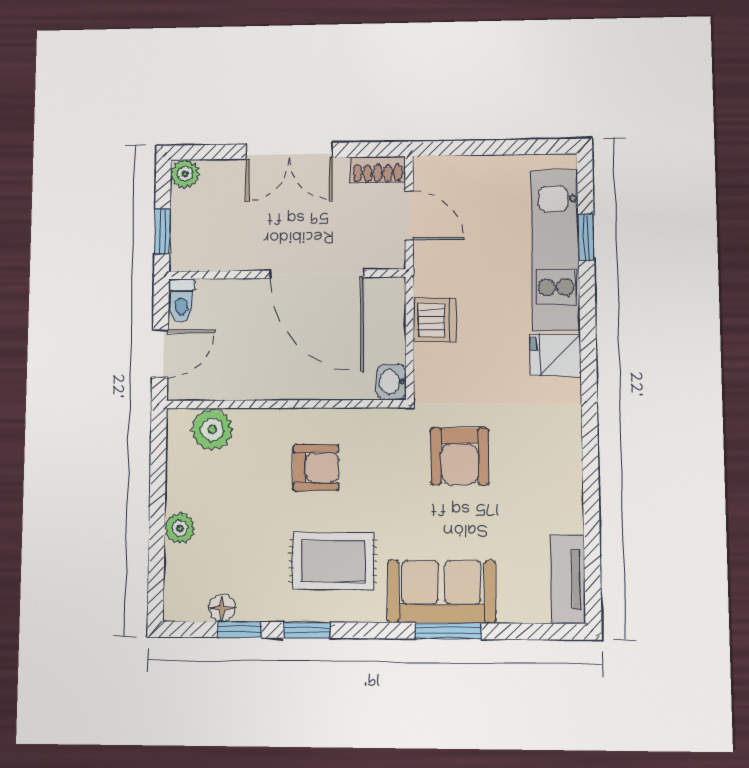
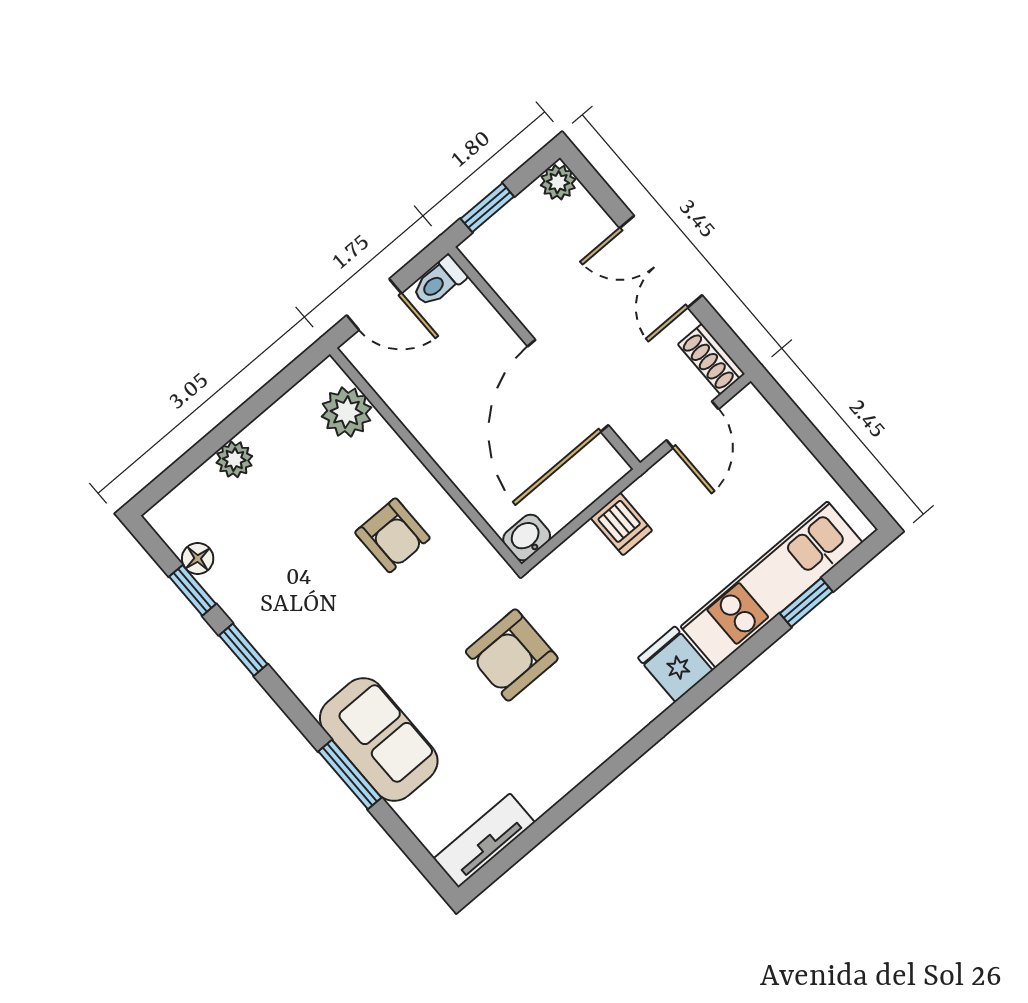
dishwasher: (435, 320) -> (621, 524), width x0.73
rug: (333, 561) -> (323, 622), removed

